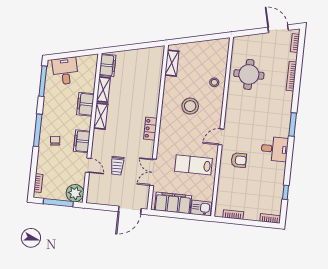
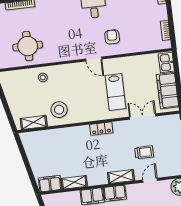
stool: (190, 106) -> (59, 110), moved
shelving: (101, 116) -> (121, 176), moved
filing cabinet: (82, 141) -> (115, 193), moved
lab bench: (193, 165) -> (115, 92), moved
double door: (153, 172) -> (143, 116), swing flipped

